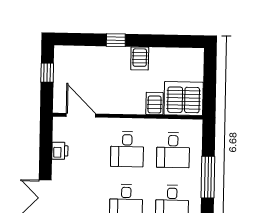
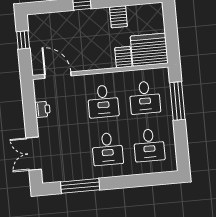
server rack: (140, 58) -> (118, 17), moved
window: (208, 177) -> (177, 101), moved

